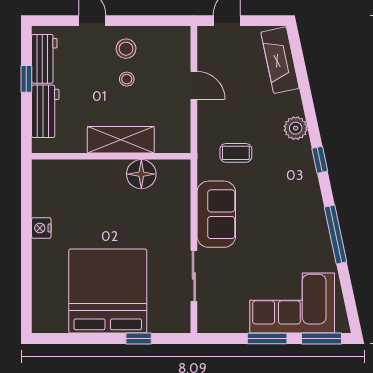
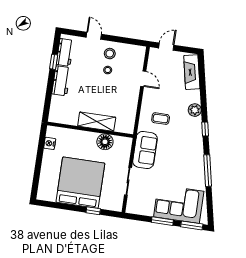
shelving: (121, 140) -> (97, 122), moved
wall: (111, 156) -> (90, 130), moved
floor lamp: (141, 174) -> (105, 142), moved

